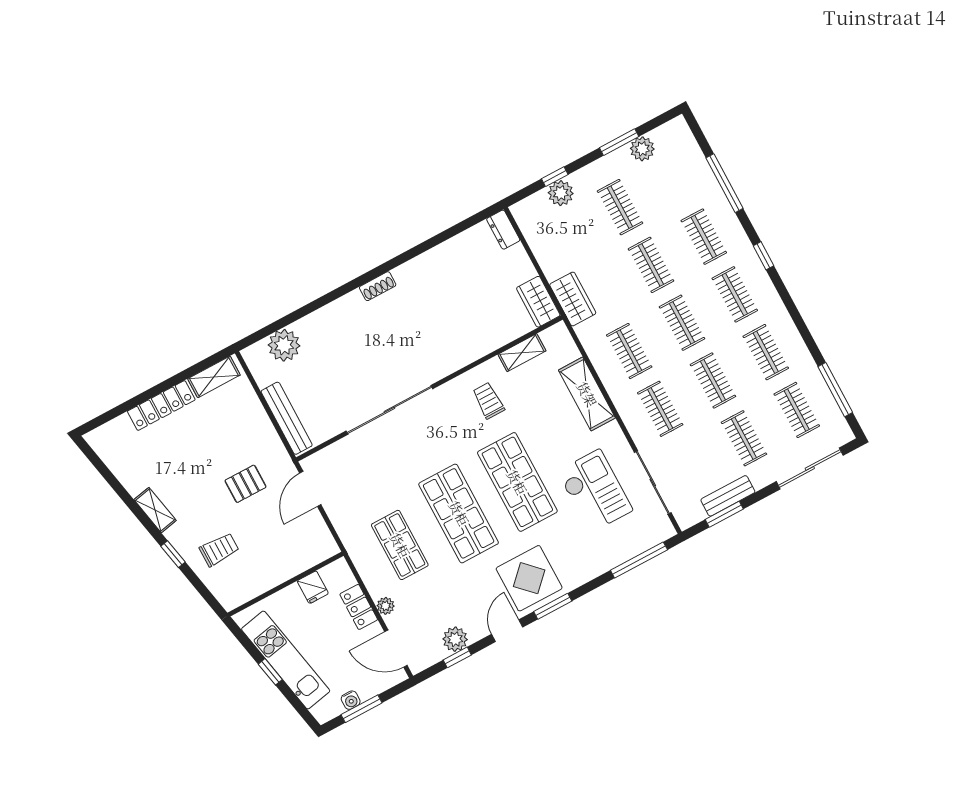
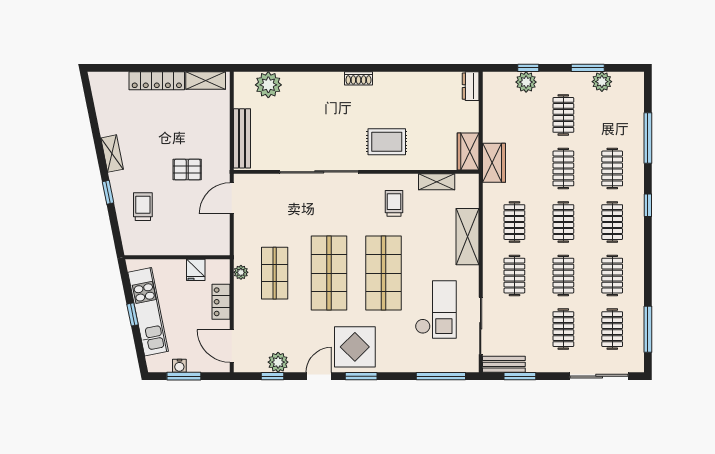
rug: (445, 338) -> (387, 142), added
bench: (728, 496) -> (504, 364), moved
trolley: (219, 550) -> (143, 207), turned -90
plant: (386, 606) -> (241, 272), moved

